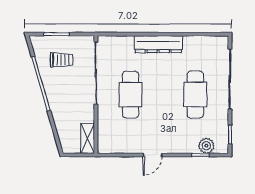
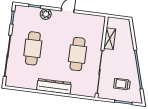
shelving: (88, 138) -> (110, 39), moved
plant: (206, 146) -> (46, 14), moved

